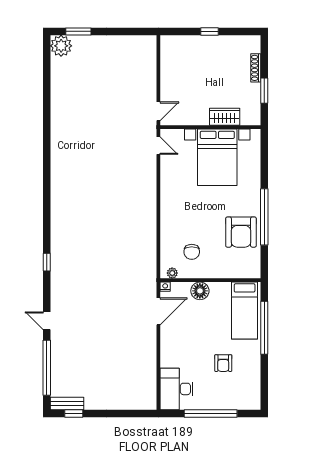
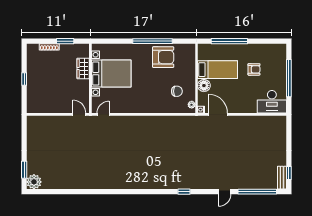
bed: (245, 311) -> (218, 70), moved

